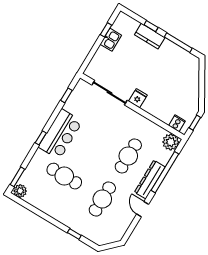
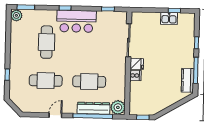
kitchen counter: (150, 36) -> (188, 80), moved
cooker: (177, 123) -> (135, 75), moved
dresser: (150, 180) -> (94, 108), moved

